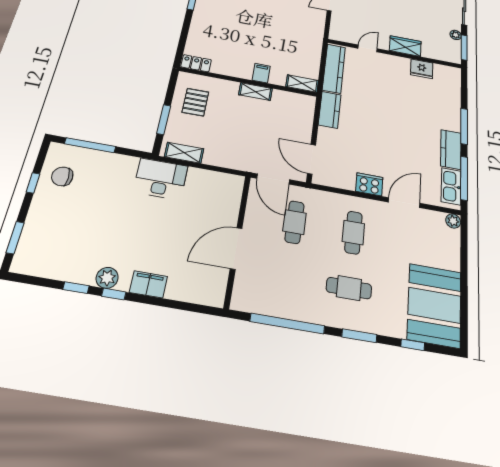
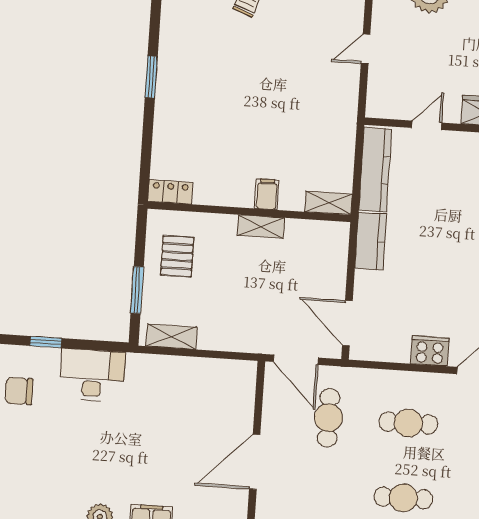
window: (90, 145) -> (46, 342), width x0.46
desk: (161, 179) -> (92, 375), moved
cafe table: (353, 233) -> (408, 423), turned 90

